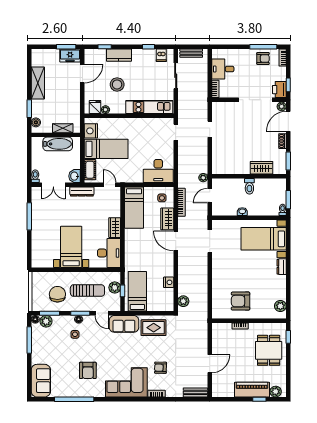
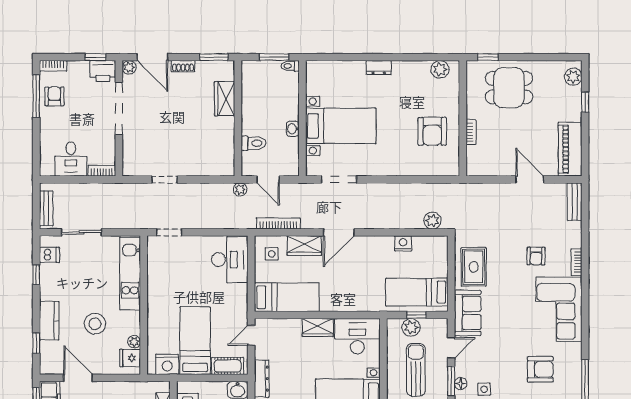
toilet: (249, 186) -> (253, 143), moved
bed with nightstands: (264, 239) -> (341, 126), moved, turned -90
piano: (252, 390) -> (570, 149), moved

